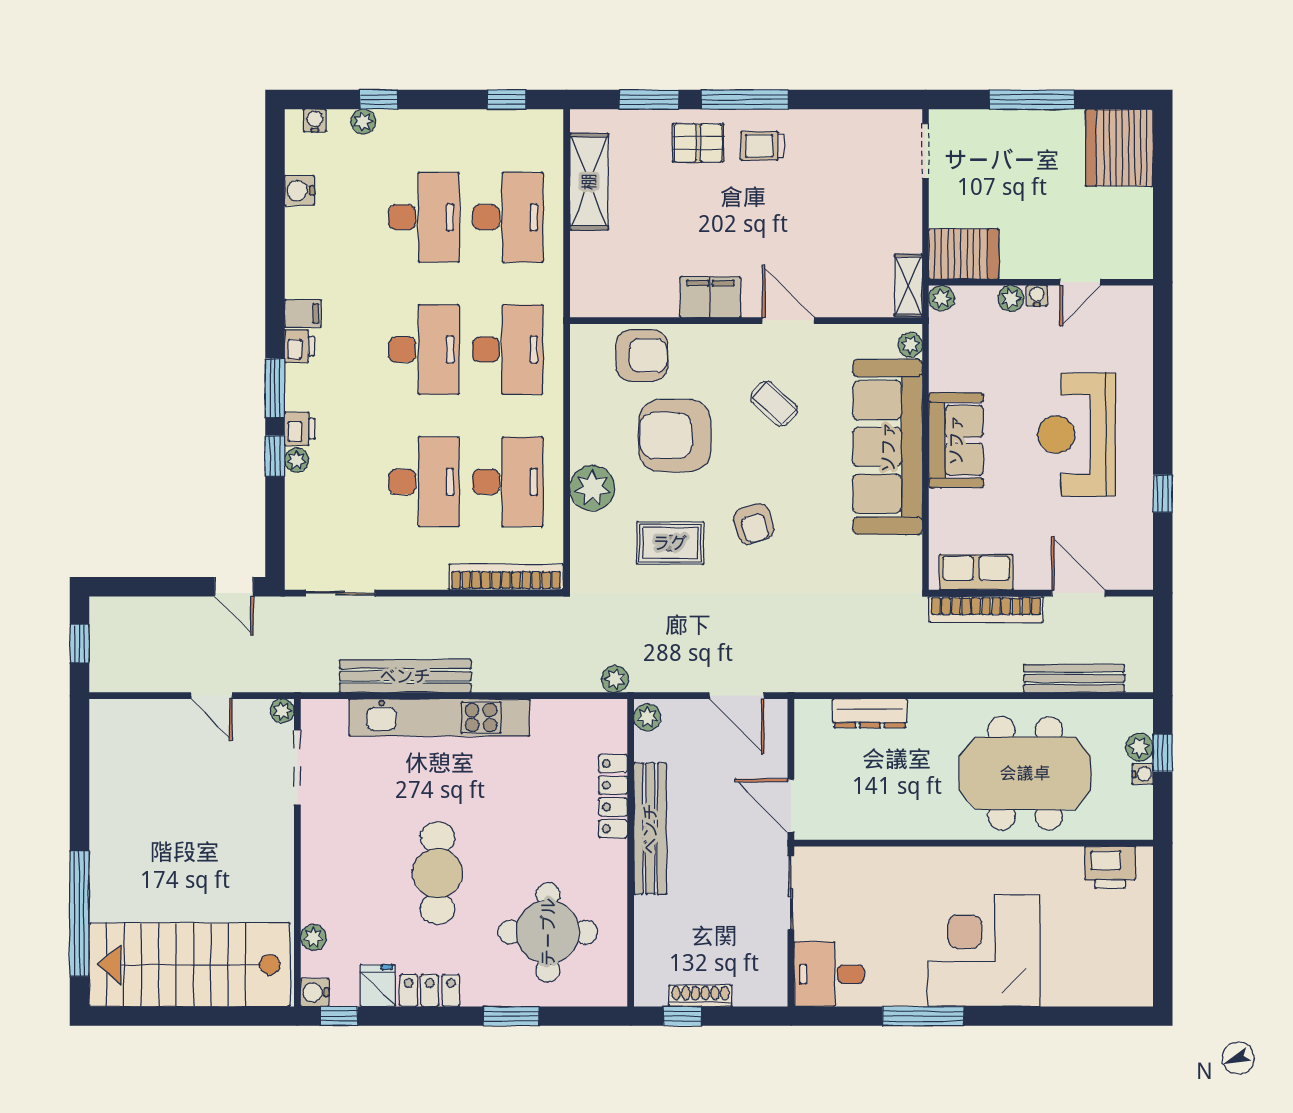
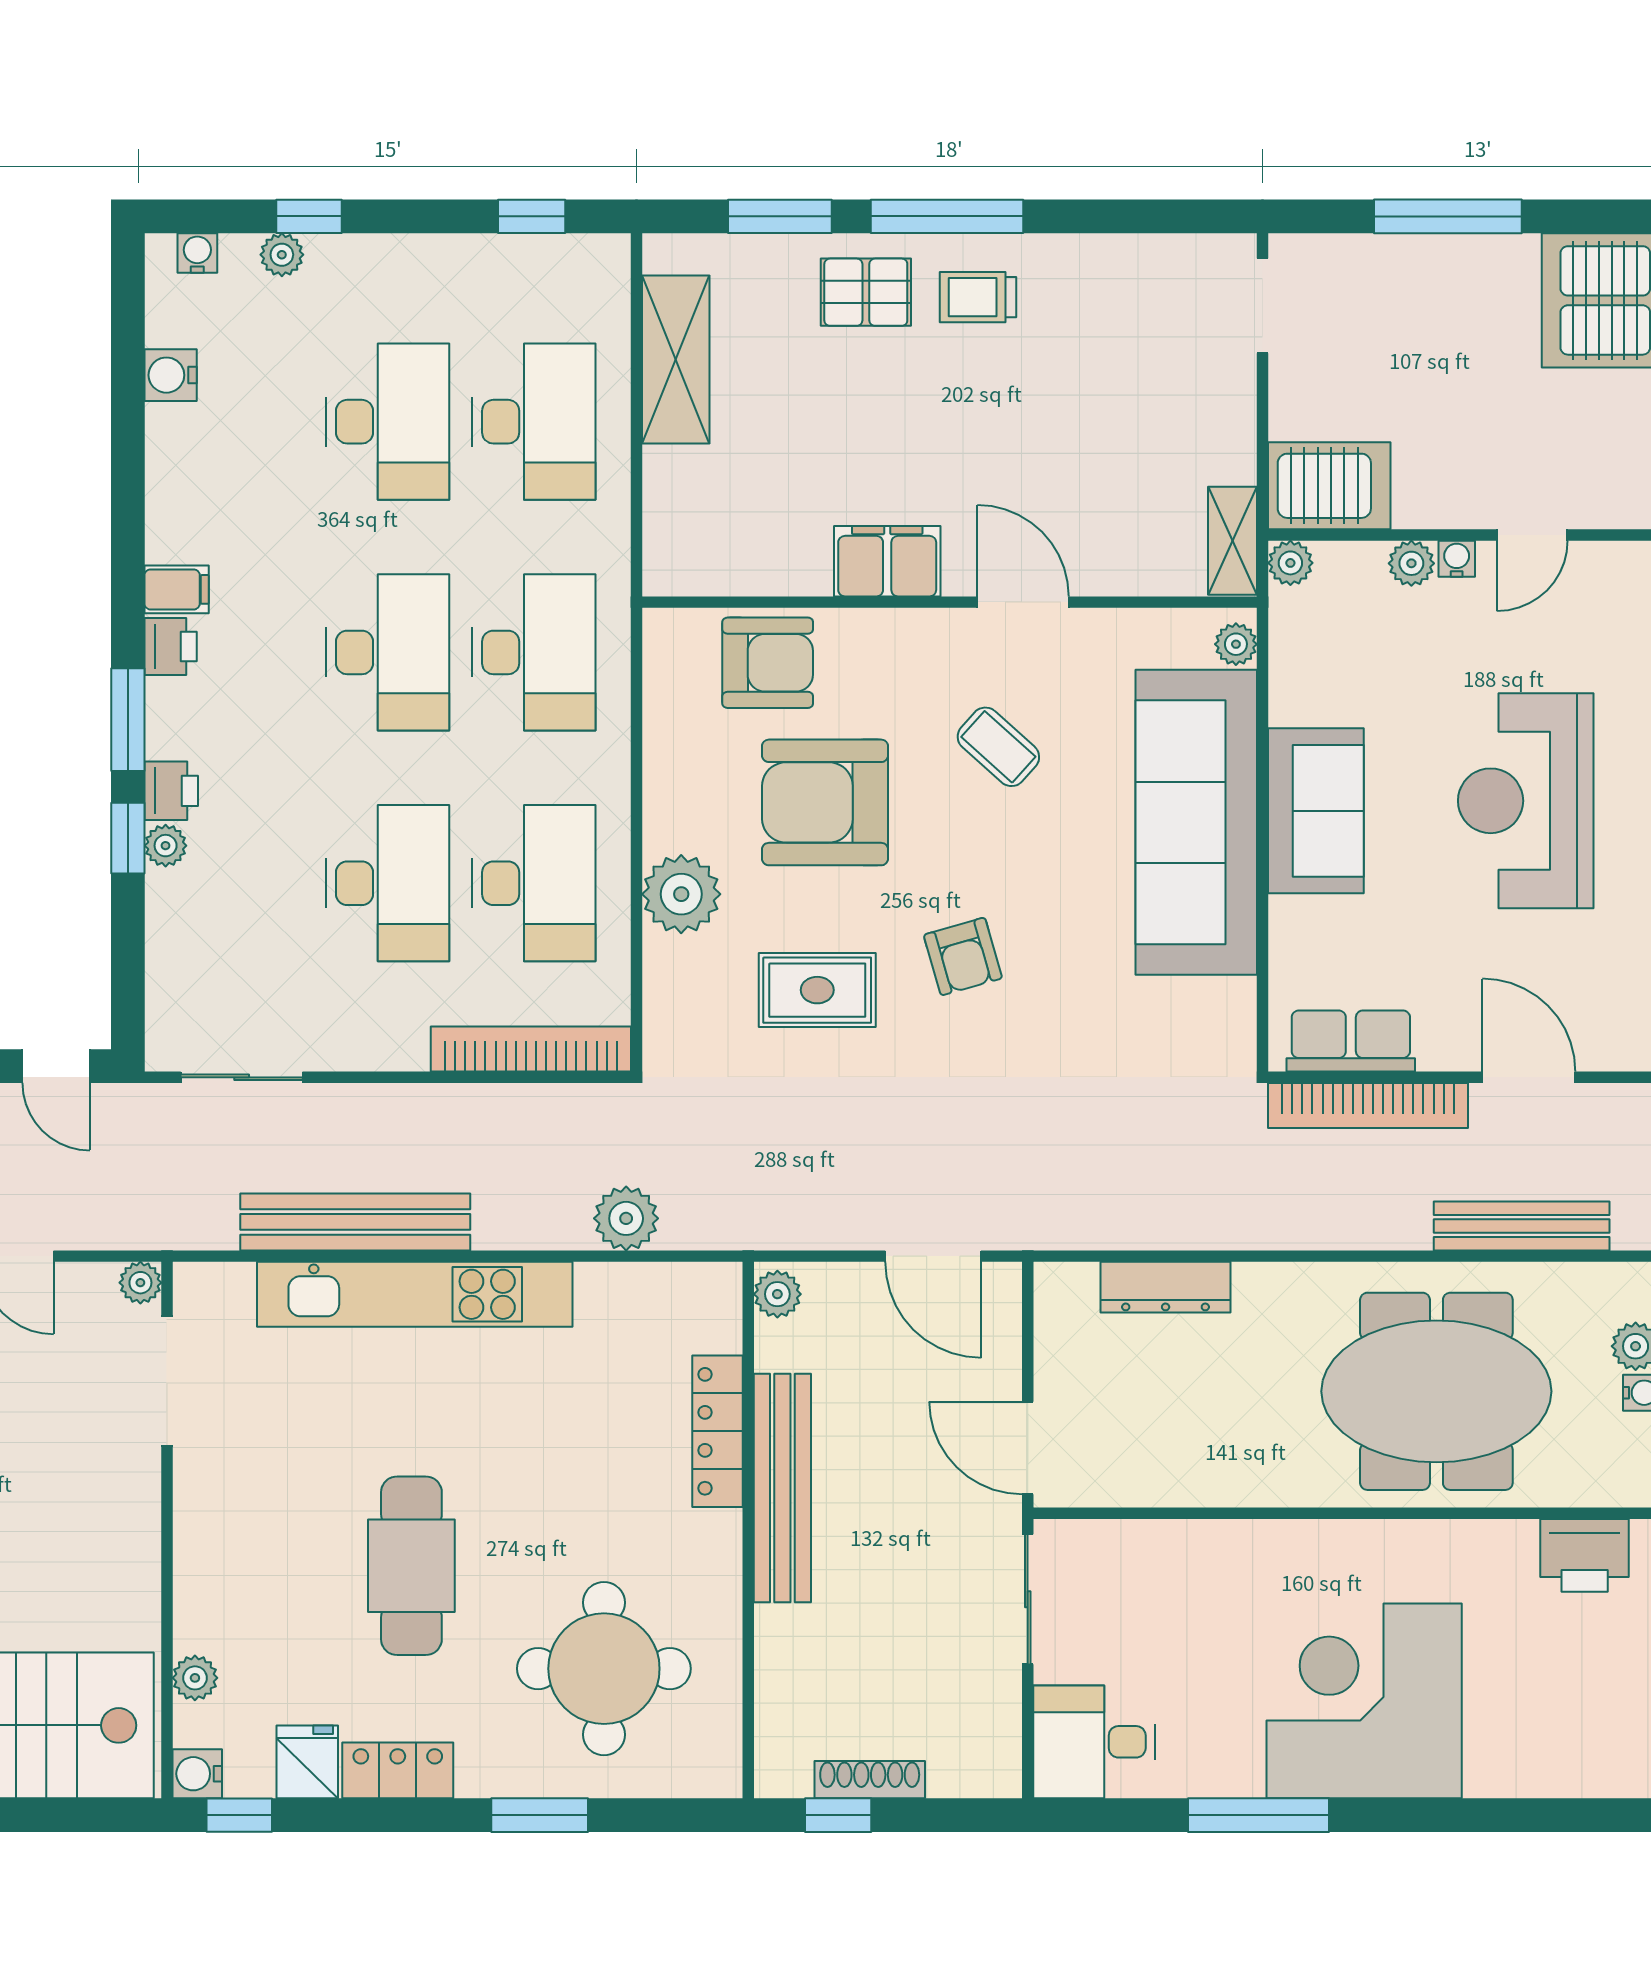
plant: (615, 679) -> (626, 1218), moved, width x1.38, depth x1.38

